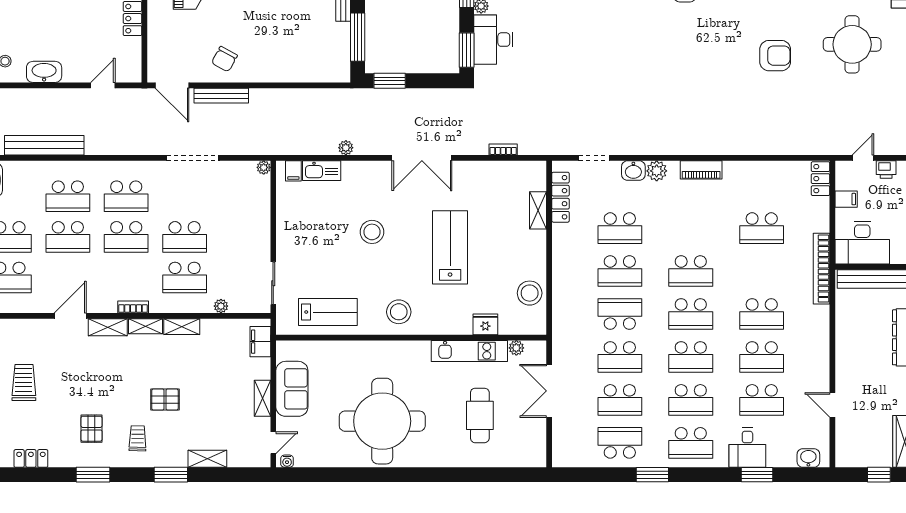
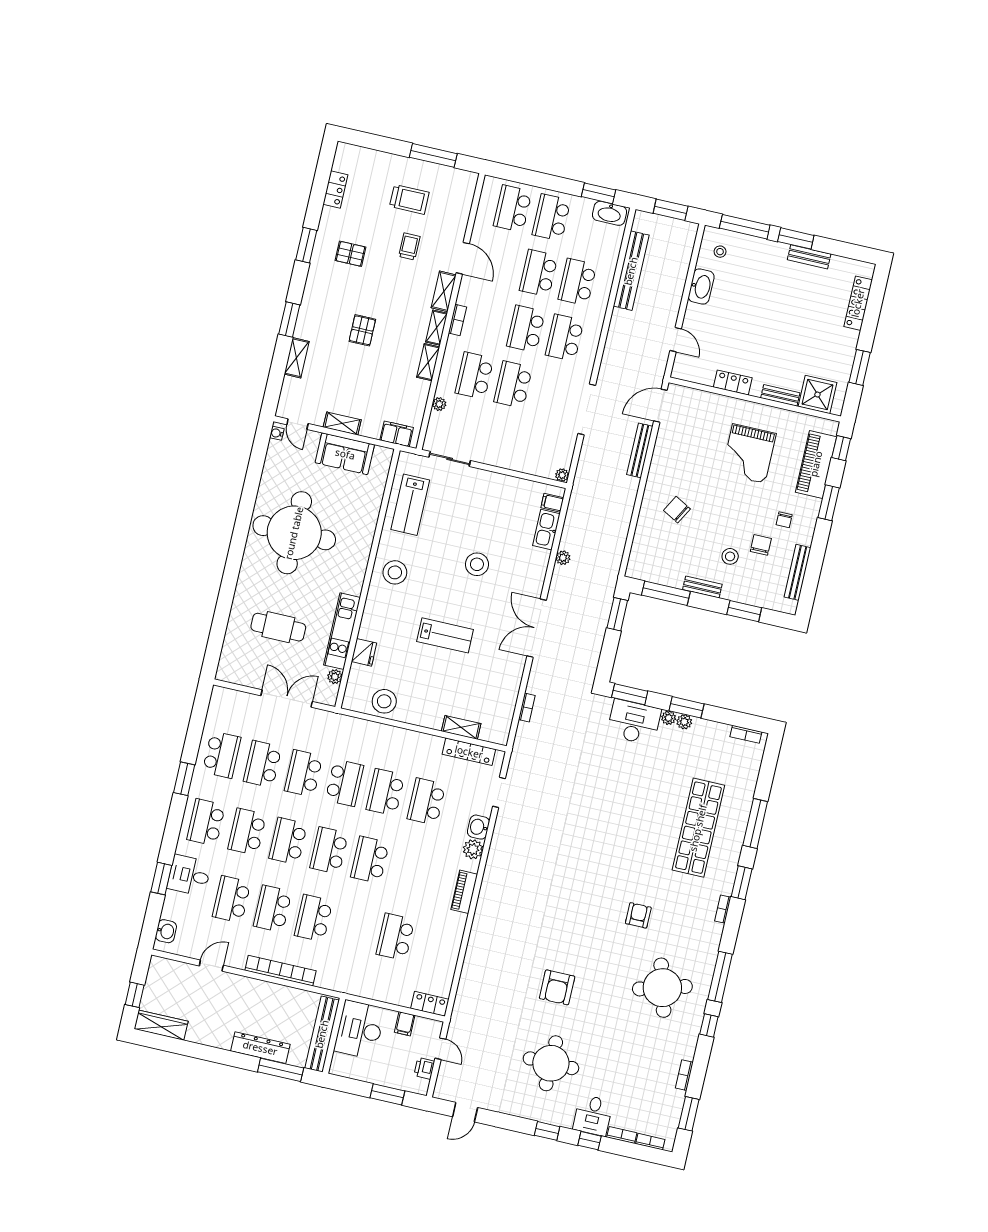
chair: (224, 59) -> (677, 510), moved
lab bench: (450, 247) -> (445, 635), width x0.73, depth x0.72
bookcase: (822, 269) -> (281, 971), moved
trolley: (138, 438) -> (409, 246), moved, turned -91

